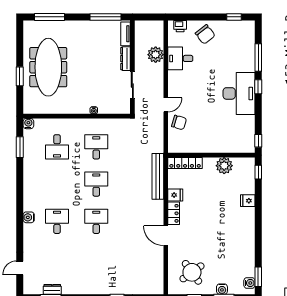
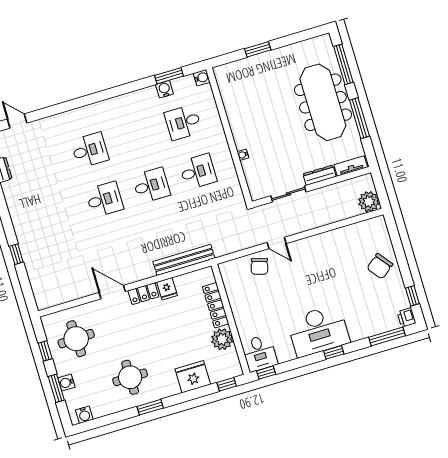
window: (106, 17) -> (359, 118), moved
printer: (180, 26) -> (406, 318), moved
plant: (156, 55) -> (369, 202), moved
desk: (180, 58) -> (259, 353), moved, turned 180
window: (258, 58) -> (387, 336), moved
meeting table: (48, 67) -> (323, 102), moved, turned 90
locker: (185, 163) -> (216, 305), moved
fridge: (248, 201) -> (193, 377), width x1.88, depth x1.34
water cooler: (29, 217) -> (164, 89), moved
door: (166, 236) -> (112, 292), hinge flipped
round table: (232, 241) -> (130, 377), added
round table: (192, 272) -> (76, 339), turned 34
window: (258, 277) -> (150, 407), moved

